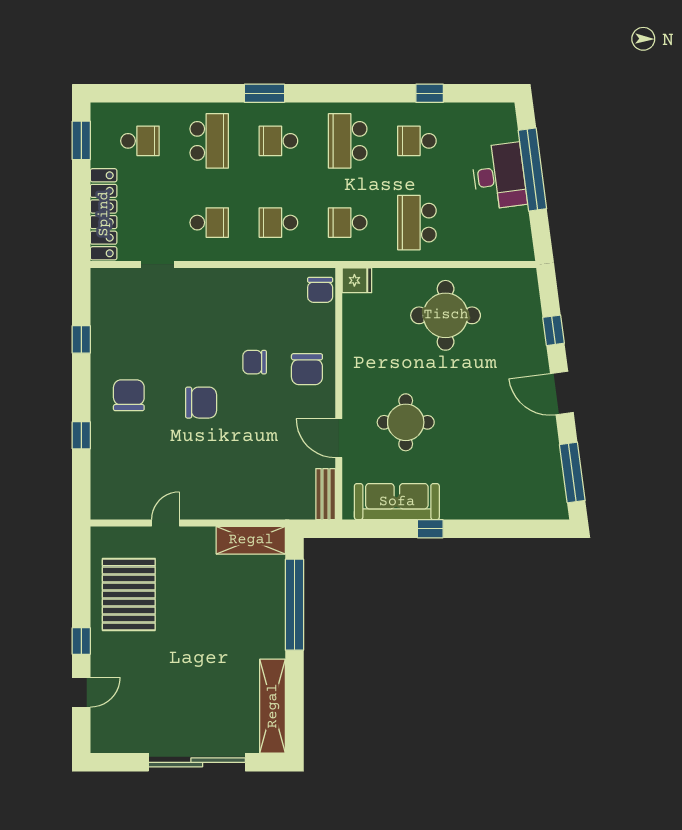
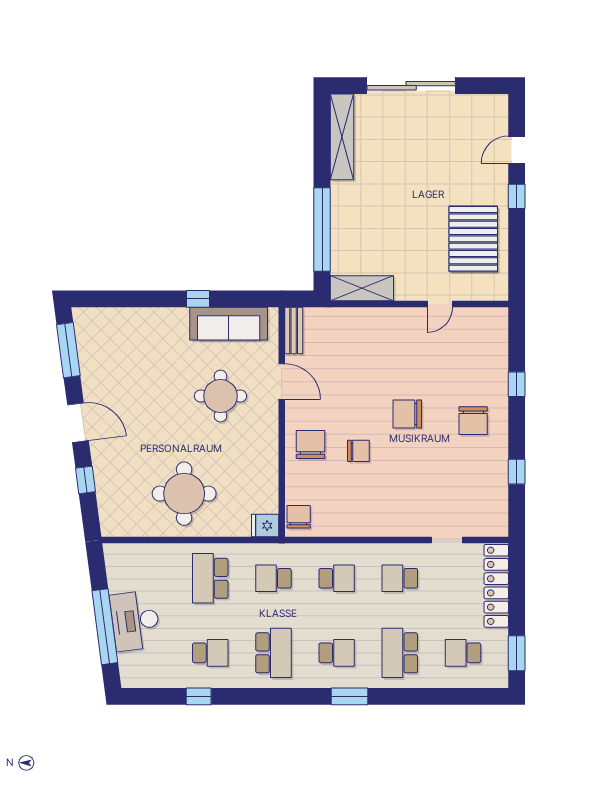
school desk: (348, 223) -> (273, 578), turned 180
school desk: (417, 223) -> (210, 578), turned 180

